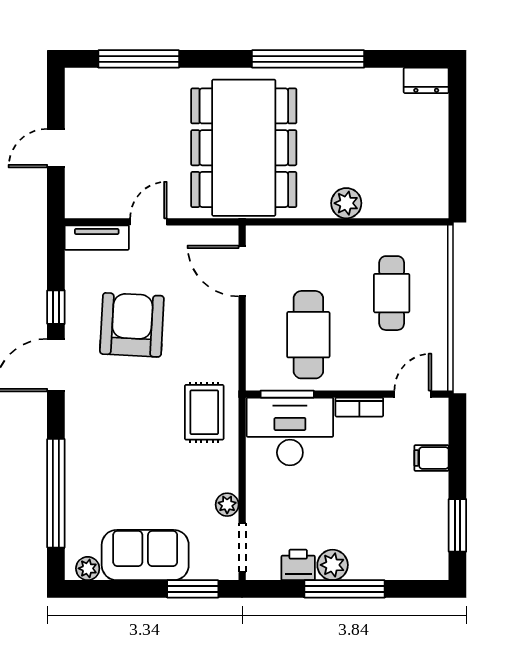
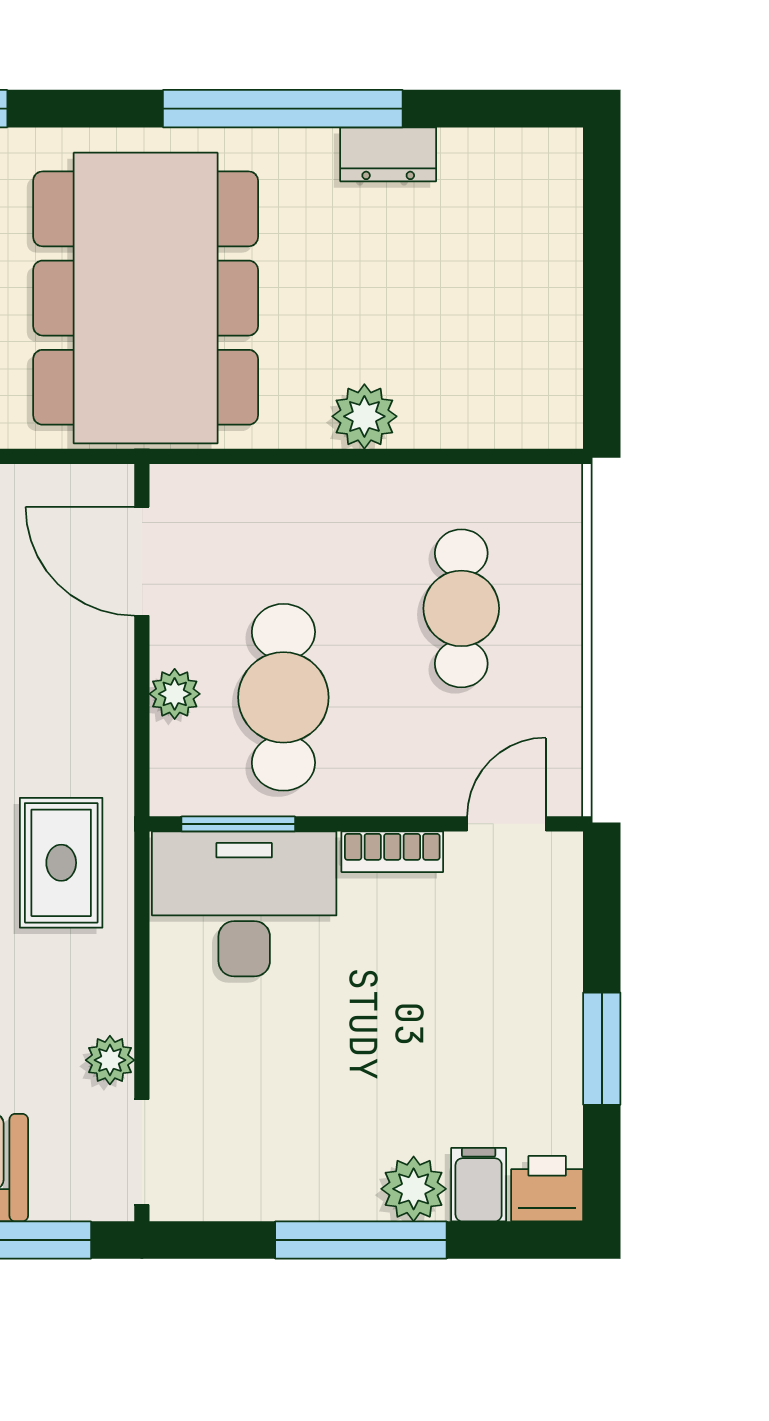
dresser: (426, 80) -> (388, 154), moved
plant: (257, 333) -> (175, 694), added
filing cabinet: (431, 458) -> (479, 1185), moved, turned 90
window: (457, 525) -> (602, 1049), moved
printer: (298, 565) -> (547, 1189), moved
plant: (333, 565) -> (414, 1189), moved

